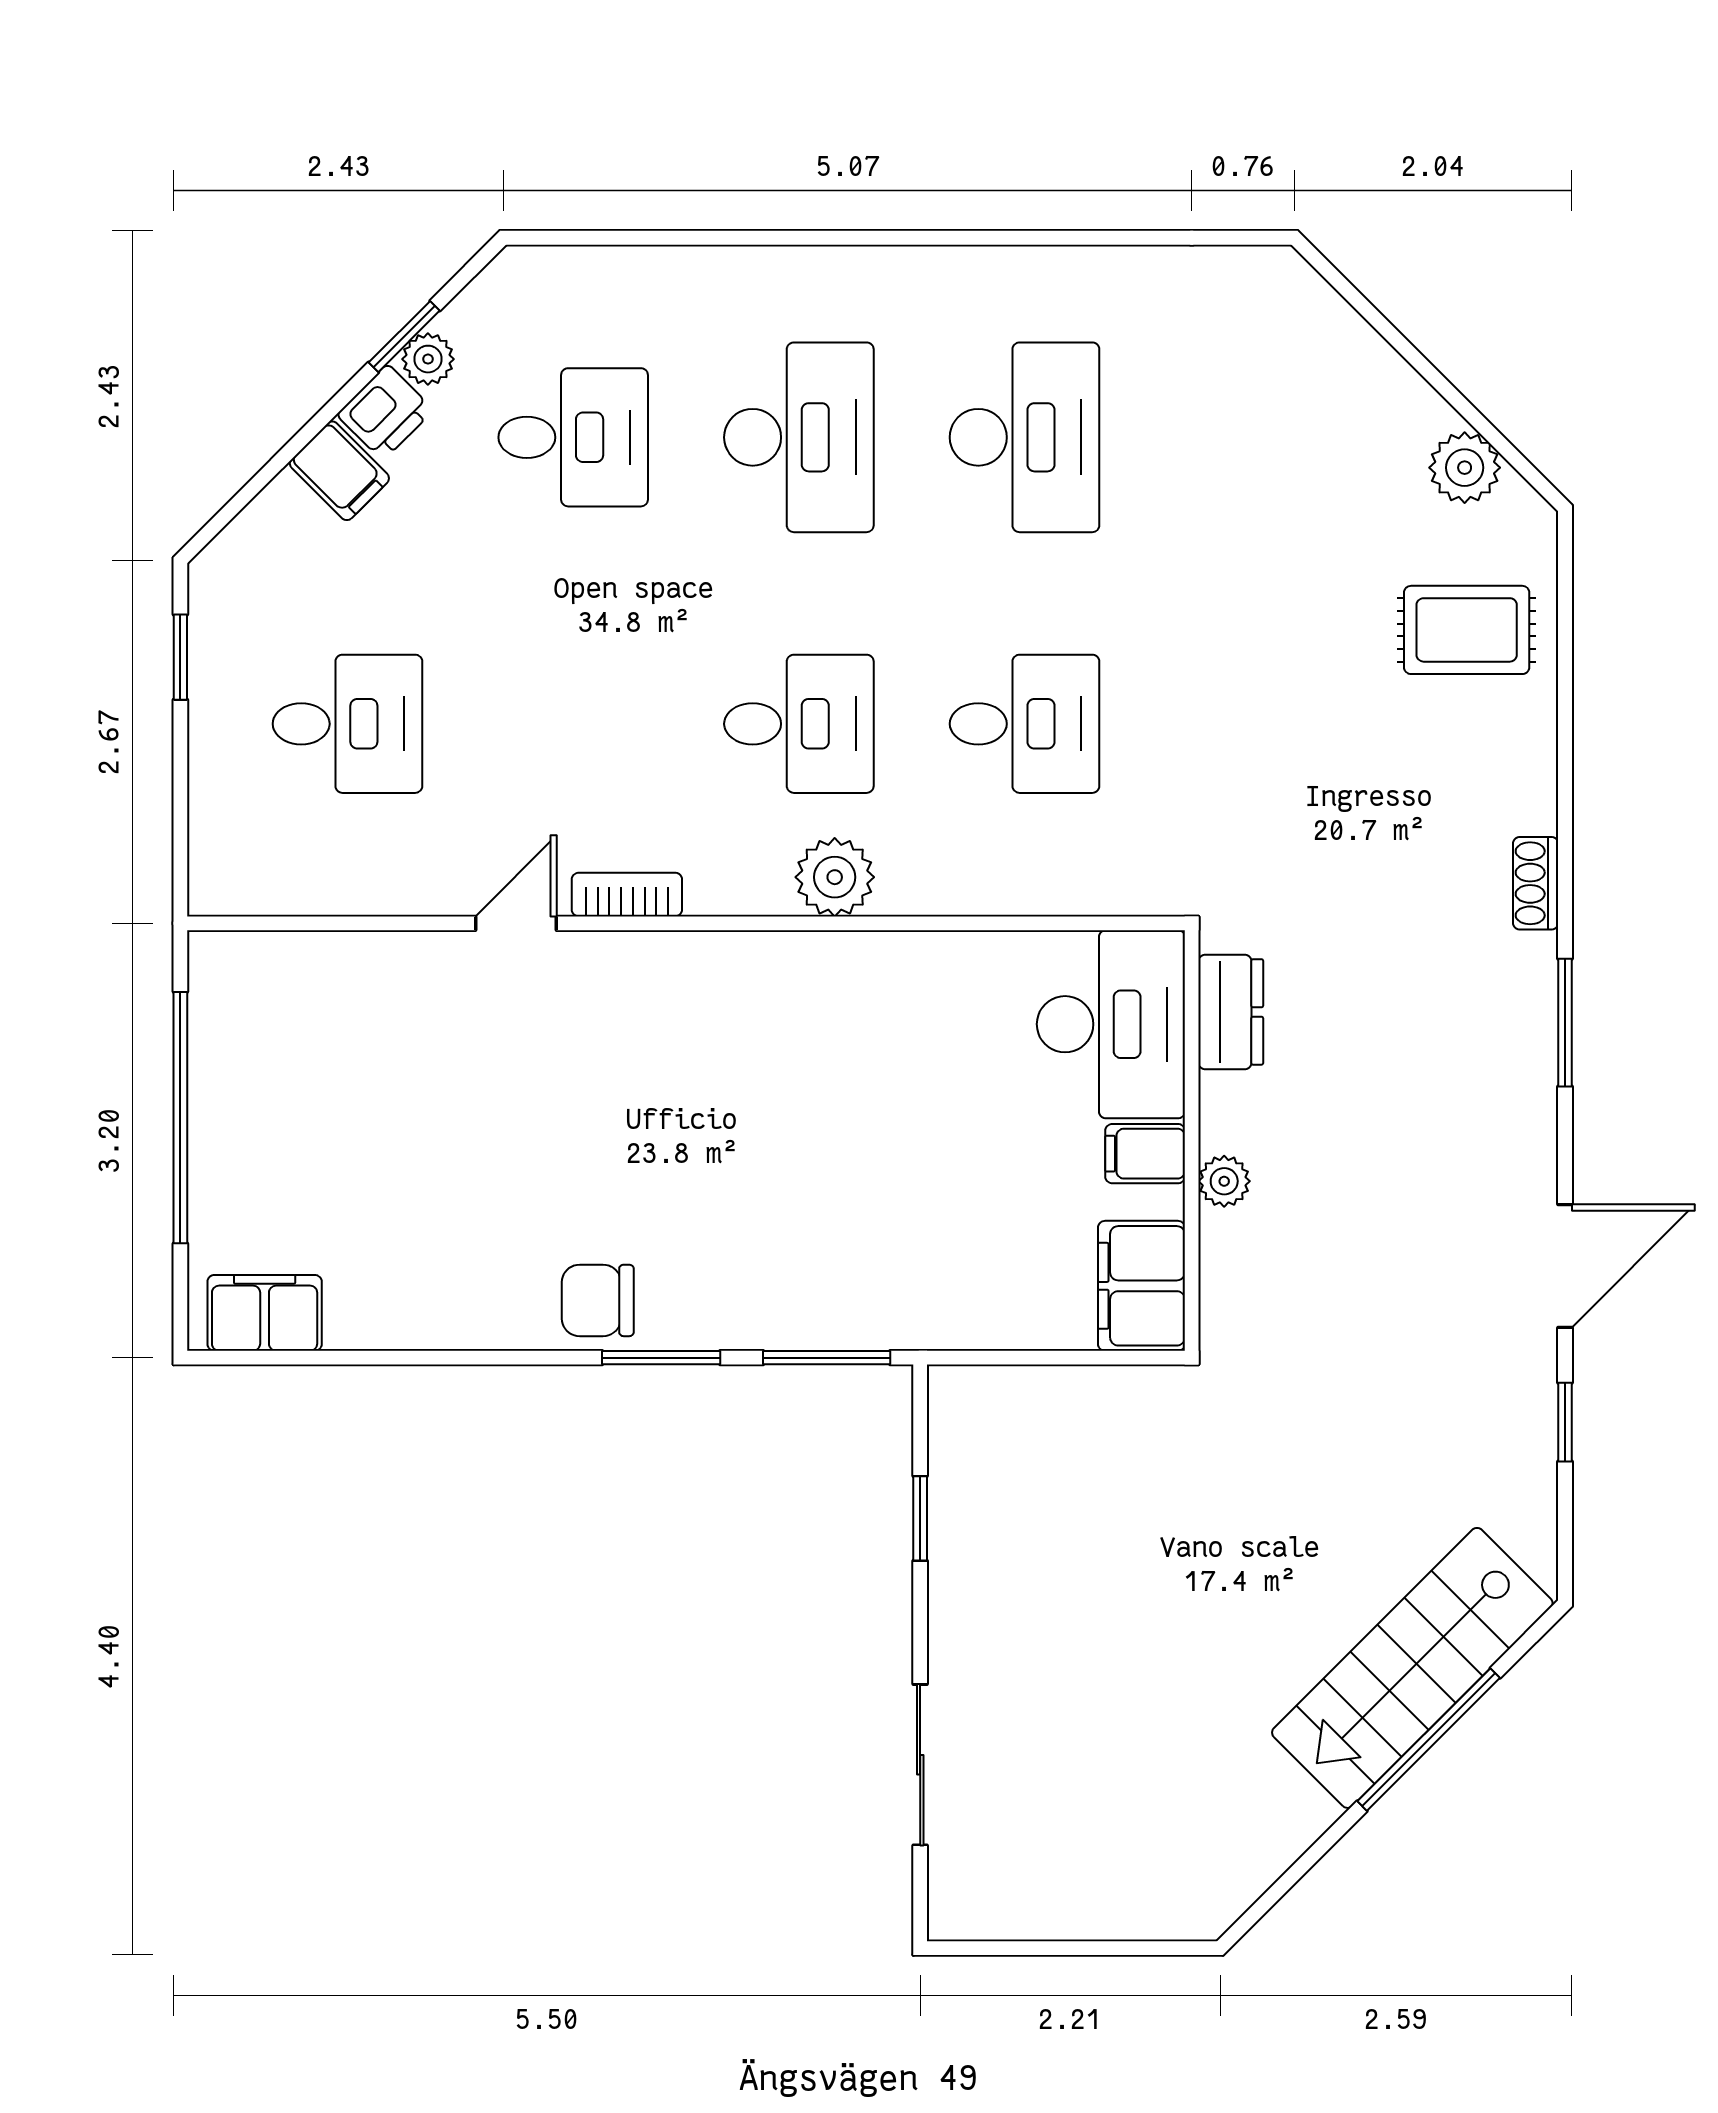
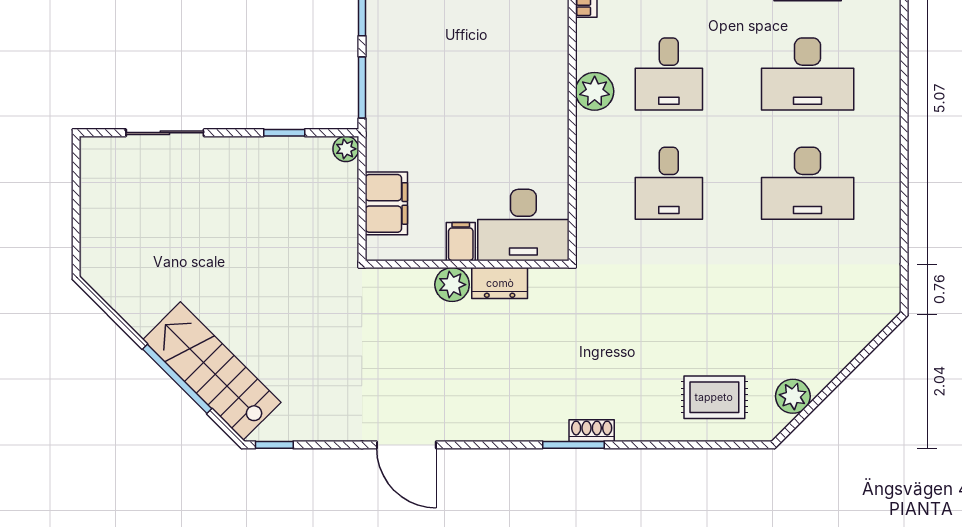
rug: (1467, 630) -> (714, 397), turned 90
dresser: (1231, 1012) -> (500, 283), moved
window: (1565, 1023) -> (573, 445), moved
plant: (1224, 1181) -> (452, 285), width x1.38, depth x1.38
filing cabinet: (1141, 1286) -> (386, 203), moved, turned 90
plant: (953, 1391) -> (346, 149), added
window: (1565, 1422) -> (274, 445), moved

